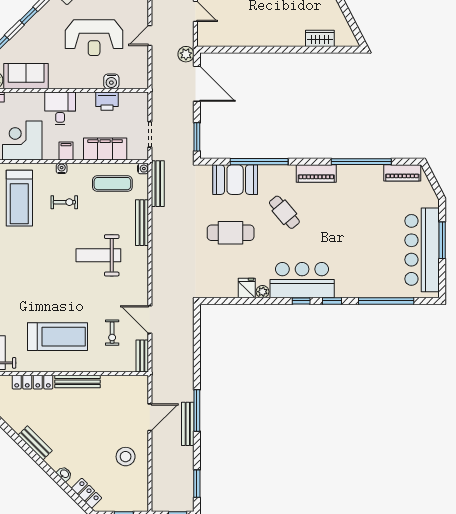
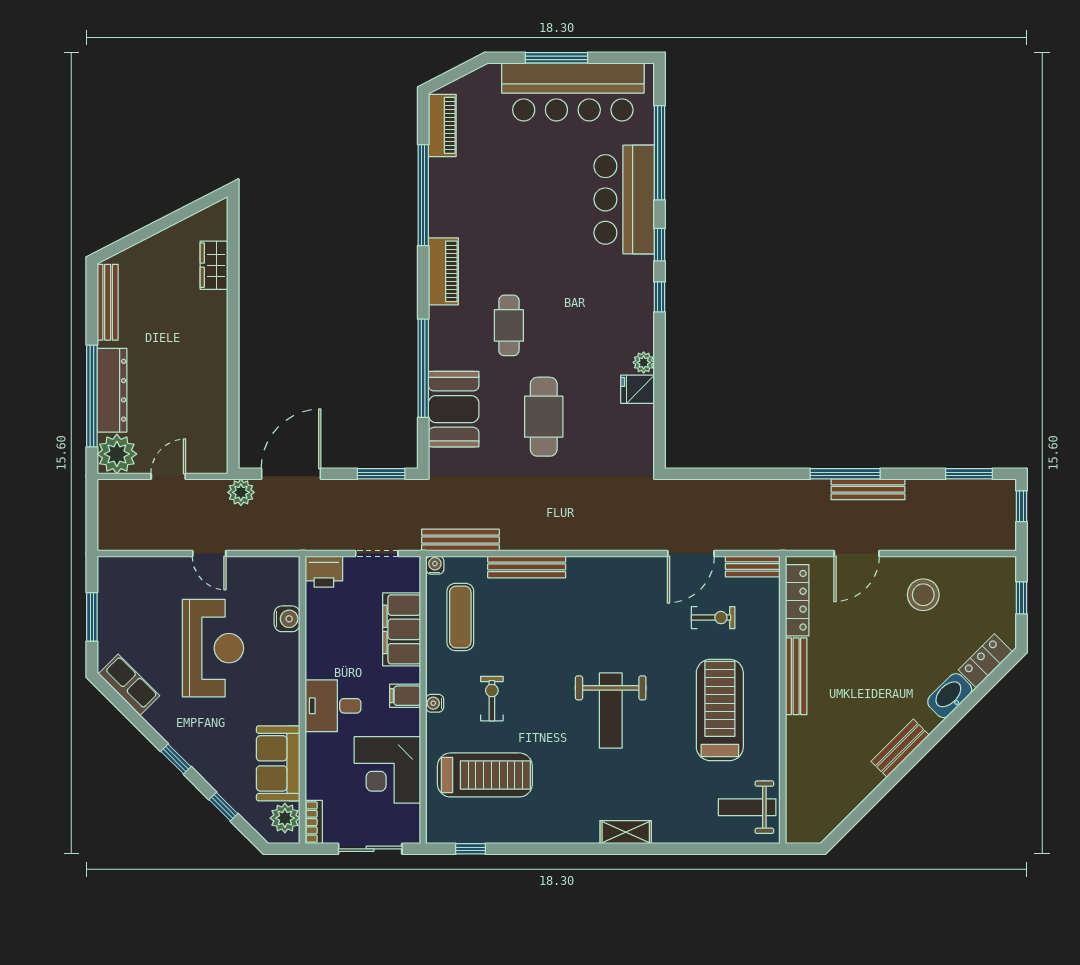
printer: (107, 101) -> (324, 572), moved, turned 90
cafe table: (284, 212) -> (509, 325), turned -50
weight bench: (98, 255) -> (611, 711), moved
bar counter: (302, 280) -> (624, 199), moved
locker: (33, 382) -> (797, 600), moved
door: (150, 417) -> (857, 553), swing flipped
washbasin: (64, 474) -> (950, 696), width x1.91, depth x1.45

